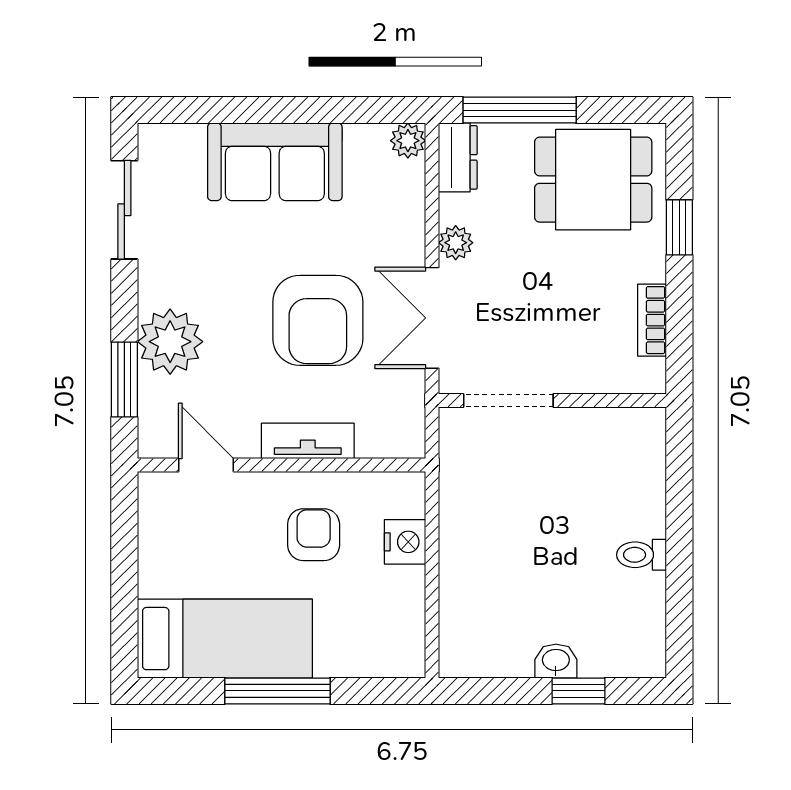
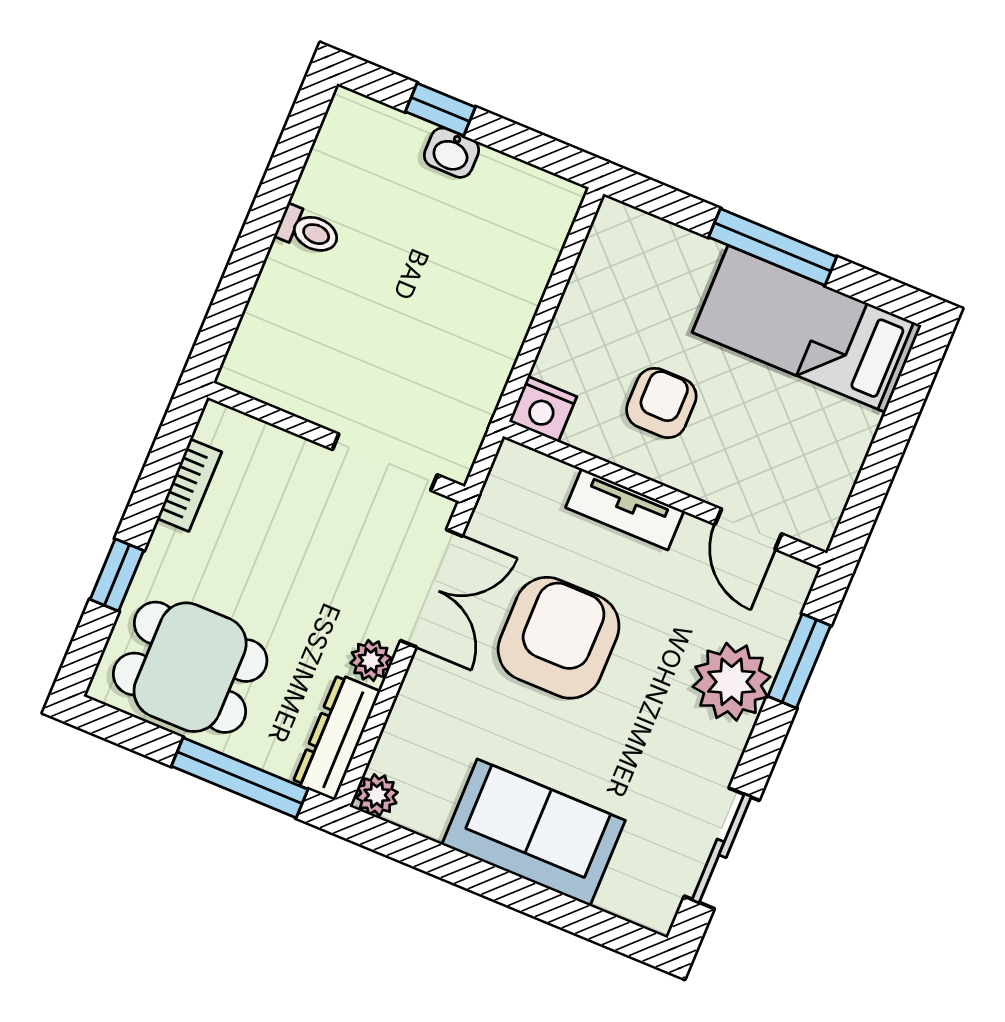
dresser: (458, 157) -> (336, 737), width x1.44
armchair: (314, 535) -> (661, 403), turned 180
nightstand: (405, 542) -> (543, 409), moved, turned -90

